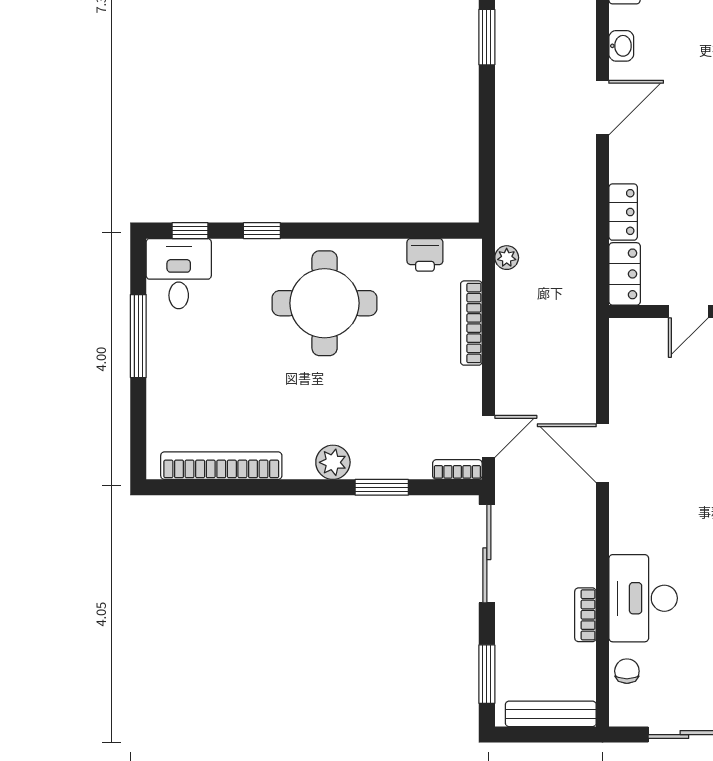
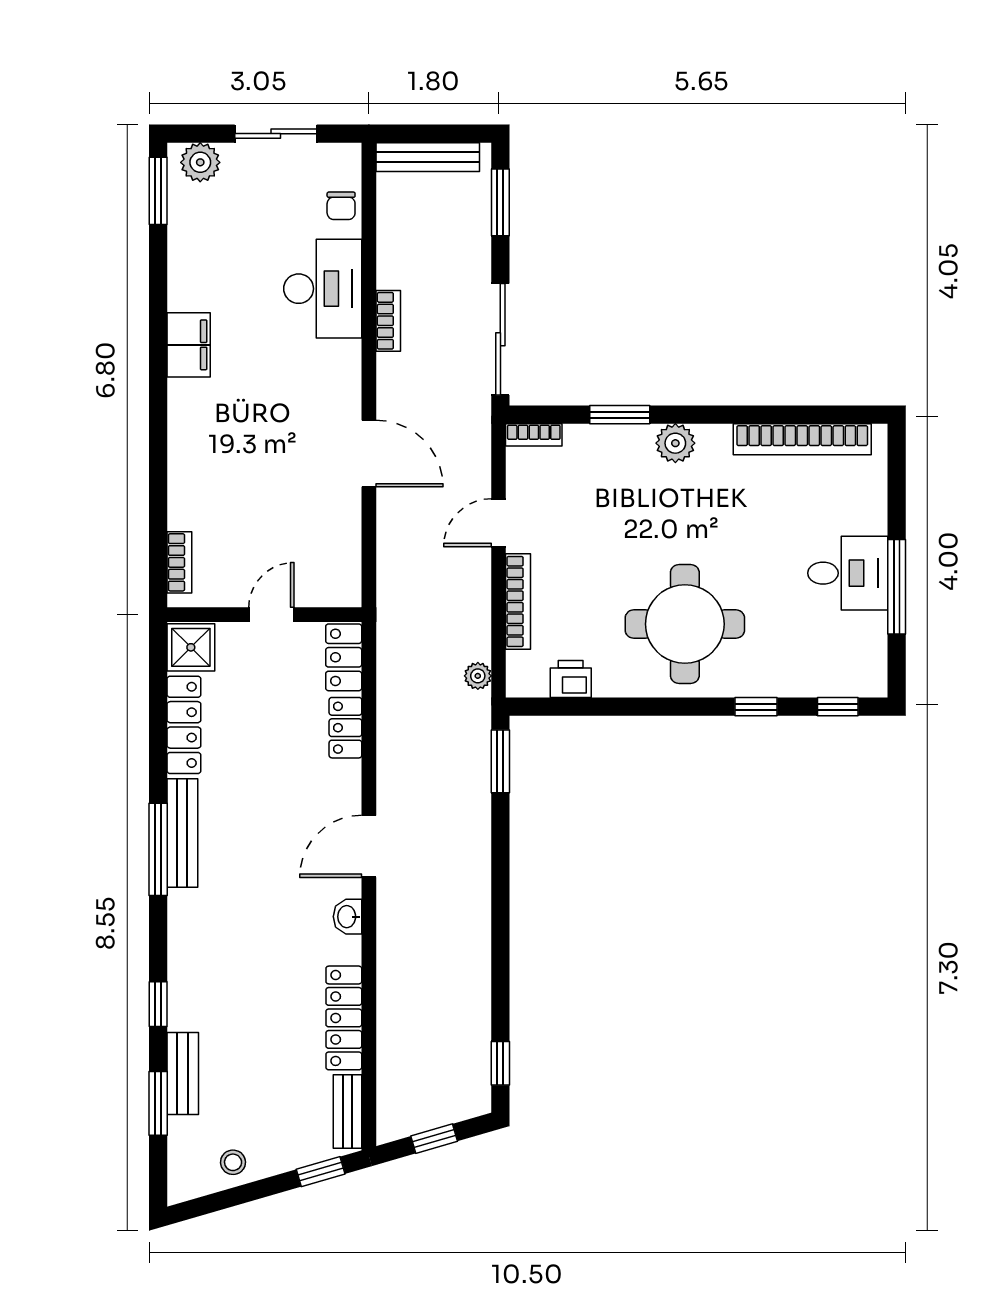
window: (487, 37) -> (500, 761), moved
desk: (179, 274) -> (848, 573), moved, turned -90
door: (488, 436) -> (499, 523), moved
bookcase: (585, 615) -> (388, 321), moved

